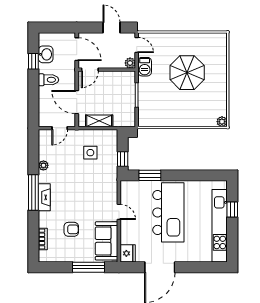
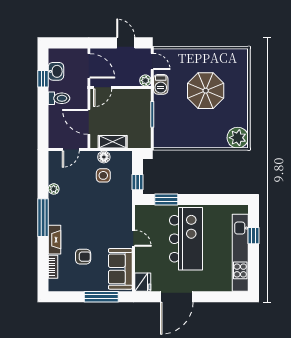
plant: (222, 122) -> (238, 138), width x1.87, depth x1.87
floor lamp: (91, 135) -> (104, 157), added
fireplace: (44, 197) -> (55, 240), moved

